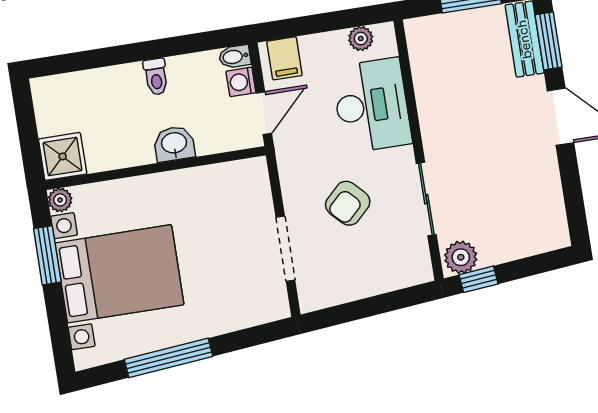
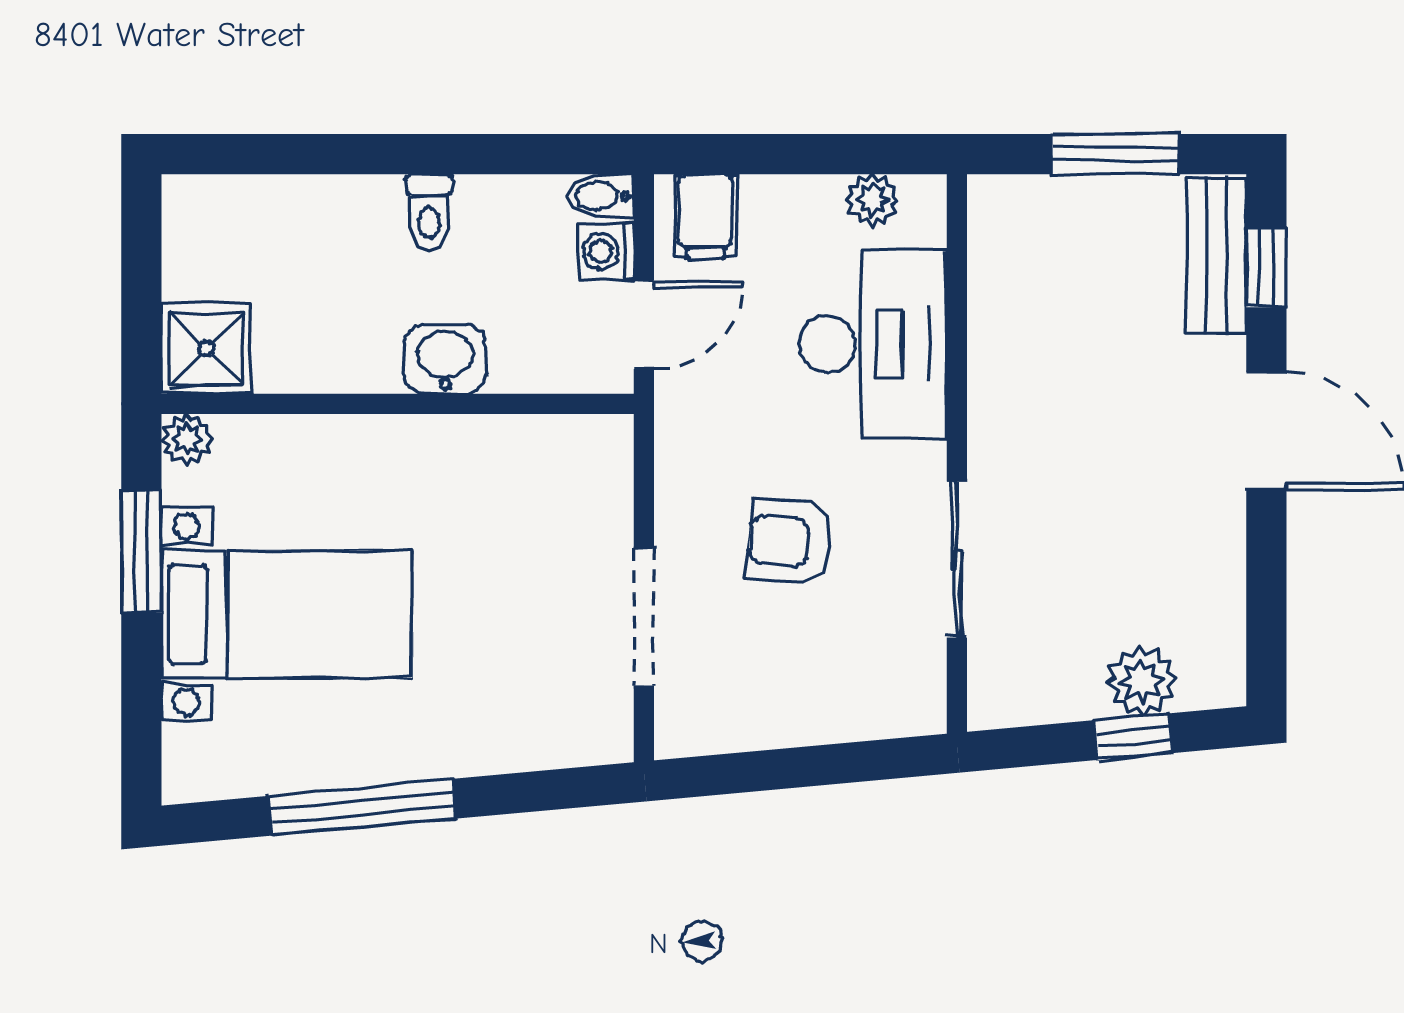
window: (549, 41) -> (1266, 268), width x0.67
armchair: (348, 203) -> (790, 542), turned 49
plant: (461, 257) -> (1142, 681), moved
bed with nightstands: (119, 274) -> (287, 614), width x0.73
window: (479, 279) -> (1133, 737), moved

